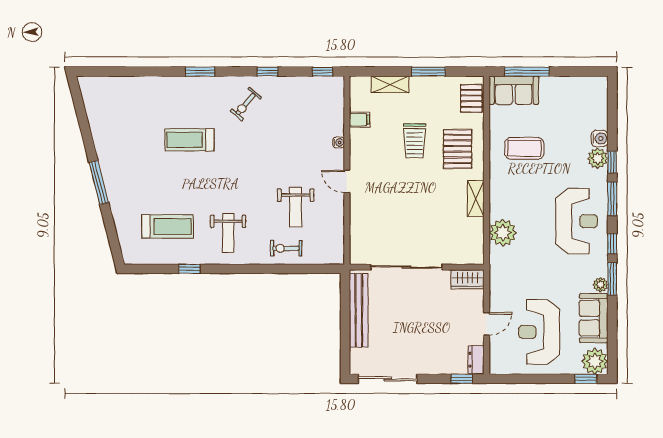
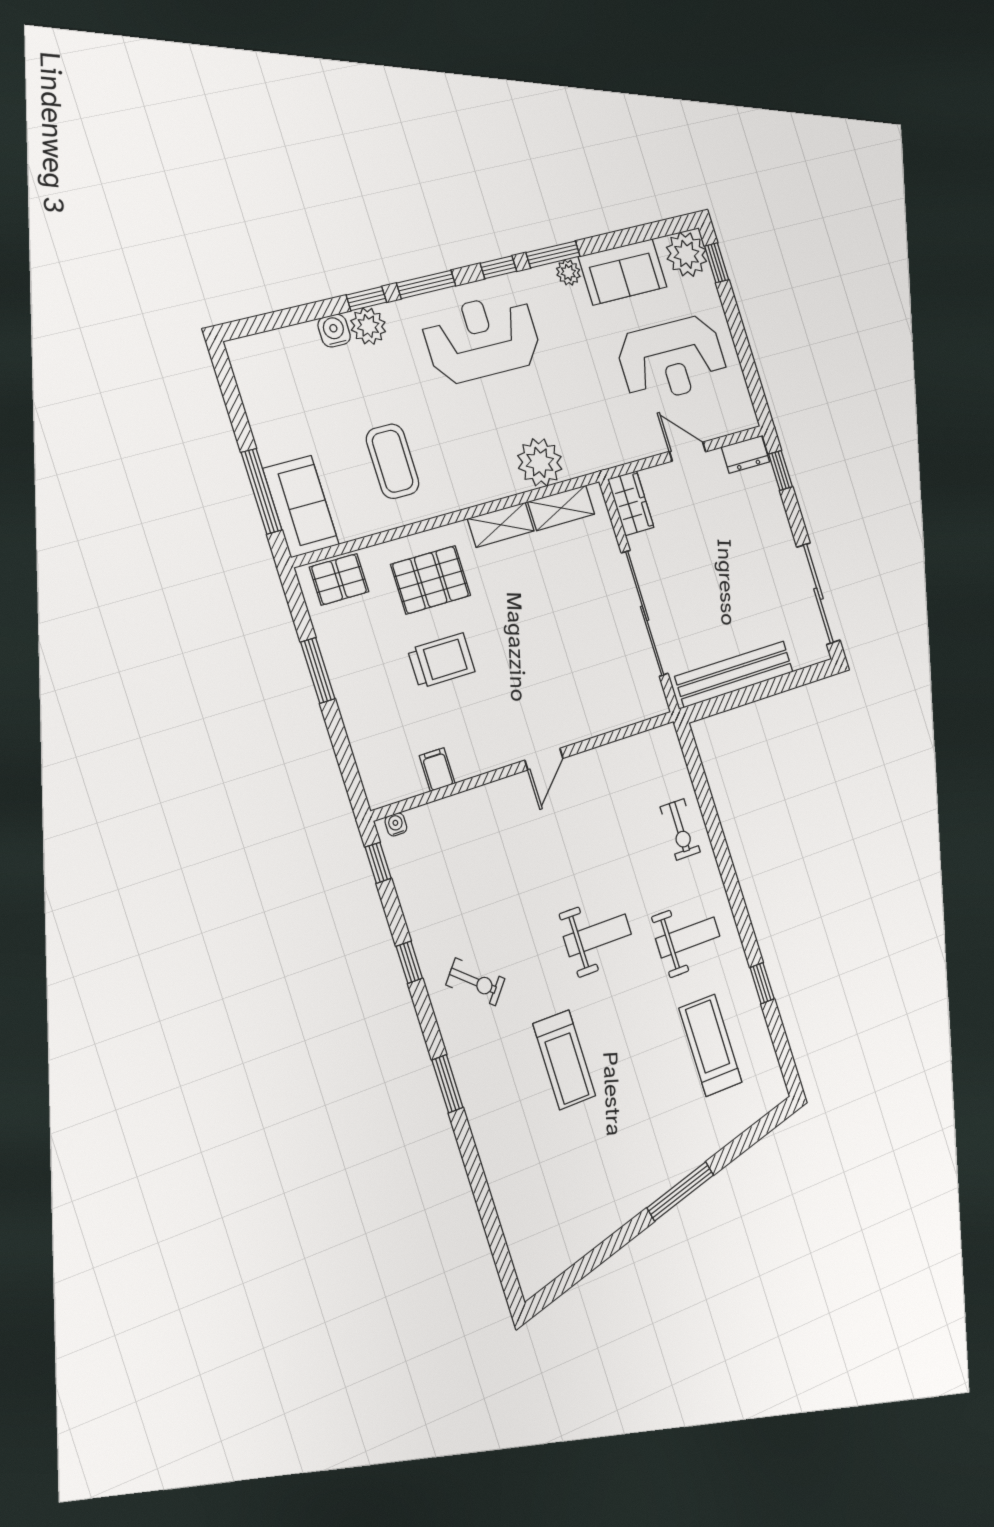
shelving: (390, 84) -> (561, 508), moved, turned 90
water cooler: (339, 142) -> (396, 824), moved
weight bench: (296, 207) -> (597, 935), moved

